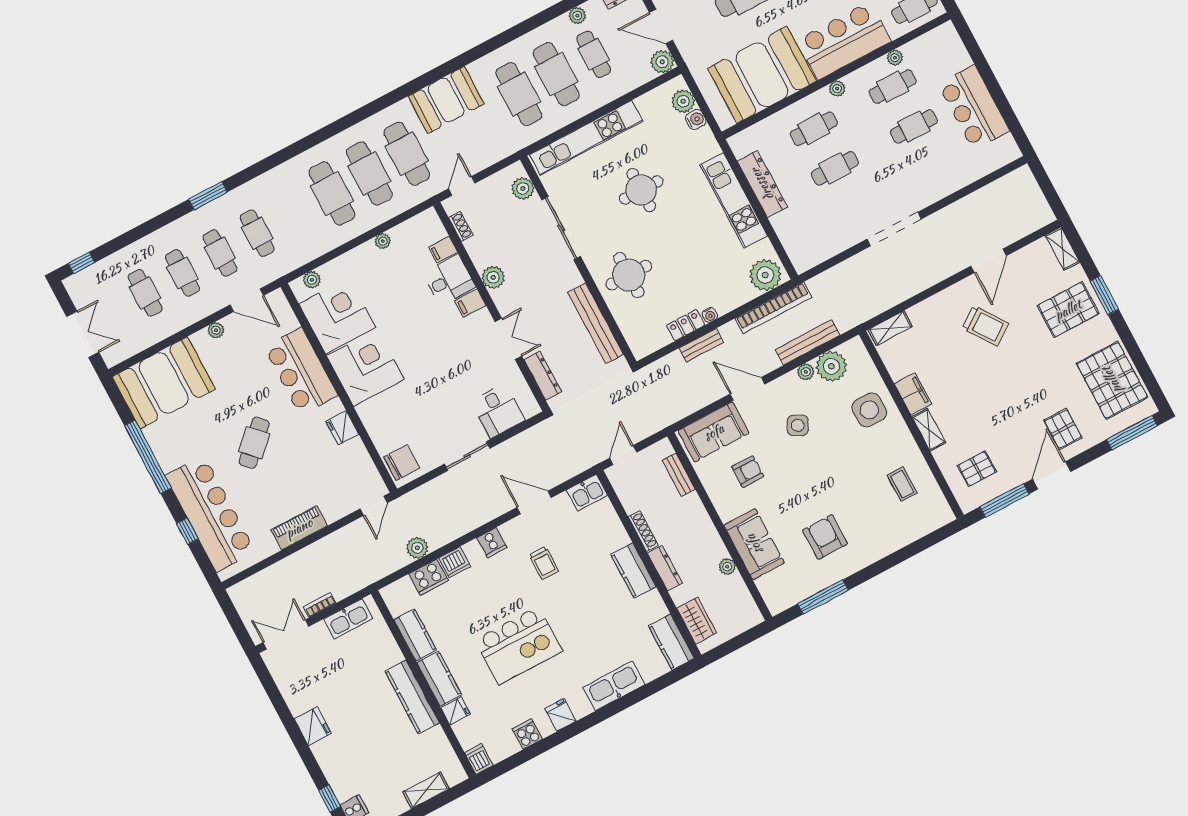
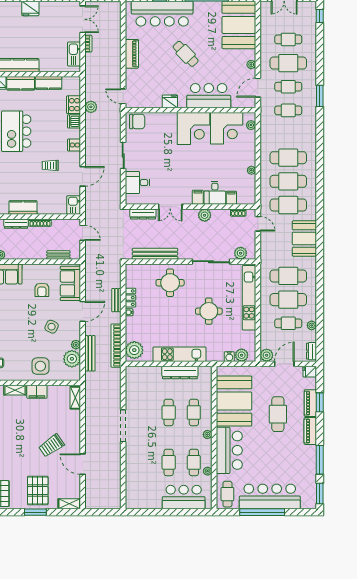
bar counter: (974, 107) -> (184, 497), moved
cafe table: (182, 273) -> (288, 63), width x1.37, depth x1.35
chair: (402, 463) -> (137, 121), turned -90

